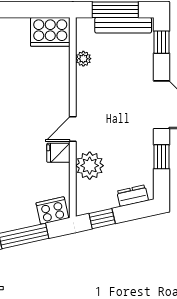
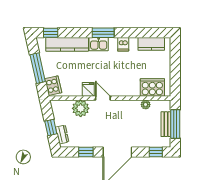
bench: (123, 25) -> (166, 124), width x0.73
cooker: (50, 32) -> (152, 88), moved, turned 90
window: (102, 219) -> (51, 127), moved

